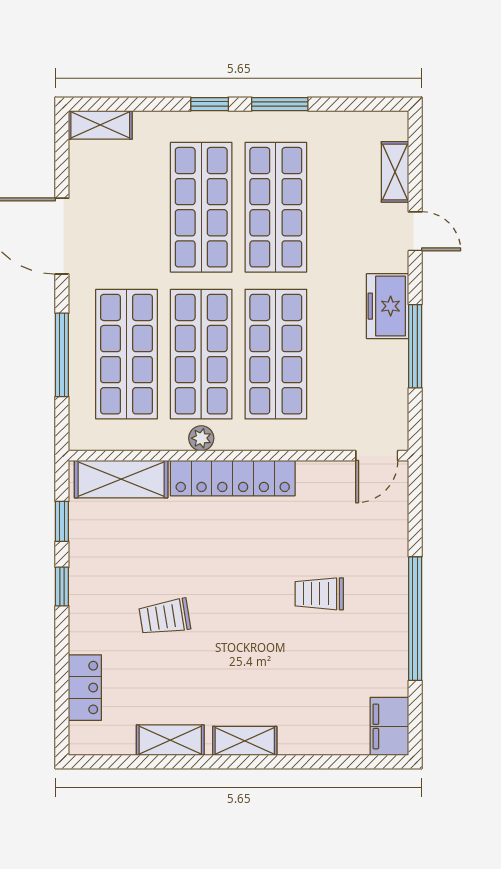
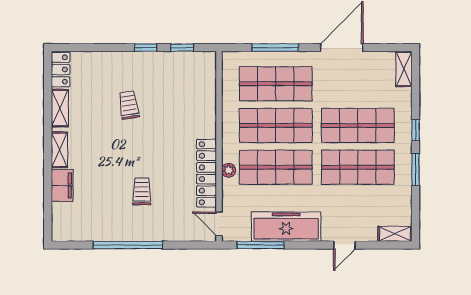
shelving: (395, 172) -> (395, 234), moved
freezer: (388, 306) -> (286, 227), width x1.91, depth x1.26
window: (415, 346) -> (260, 245), moved
plant: (201, 438) -> (229, 170), moved
locker: (233, 478) -> (206, 173), moved
shelving: (121, 479) -> (206, 81), removed
locker: (85, 688) -> (61, 69), moved, turned -90
filing cabinet: (389, 726) -> (62, 185), moved, turned 90

